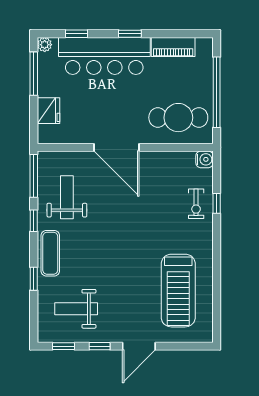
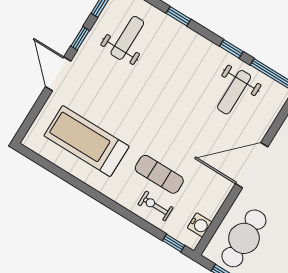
water cooler: (205, 159) -> (200, 225), moved, turned -90
weight bench: (67, 197) -> (234, 92), turned 90
window: (217, 203) -> (174, 243), moved
exercise mat: (50, 253) -> (159, 174), moved

